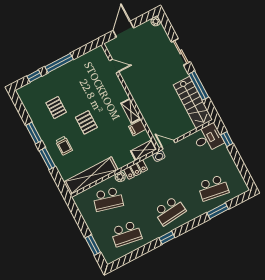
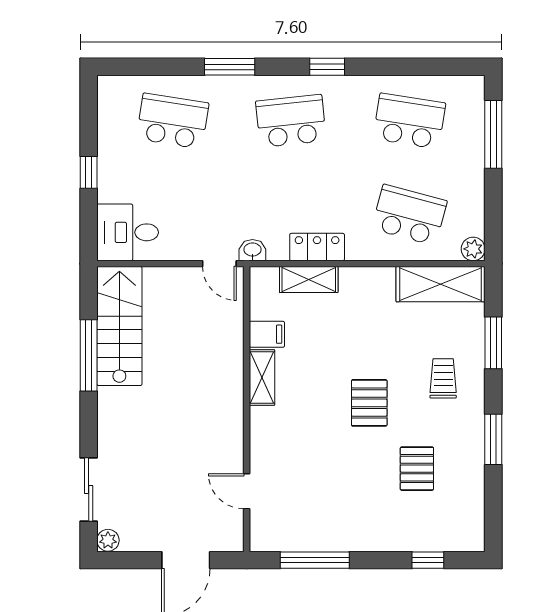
sliding door: (181, 52) -> (89, 489), moved
window: (59, 63) -> (315, 560), moved
window: (227, 139) -> (89, 172), moved
shelving: (144, 150) -> (309, 279), moved
window: (47, 159) -> (493, 343), moved
shelving: (91, 176) -> (441, 284), width x0.68
plant: (120, 177) -> (473, 249), moved
window: (218, 211) -> (230, 67), moved
window: (93, 245) -> (493, 134), width x1.44

